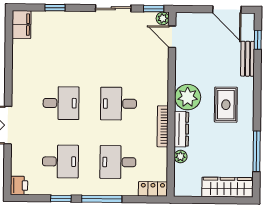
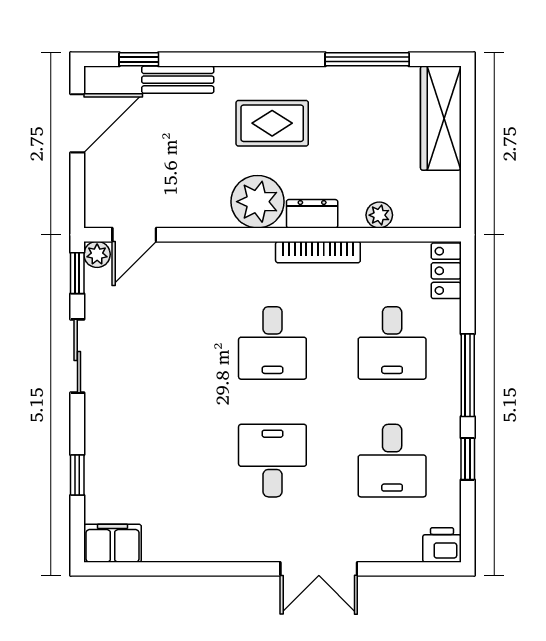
dresser: (181, 129) -> (312, 214), width x0.70
desk: (60, 162) -> (392, 461), turned 180

